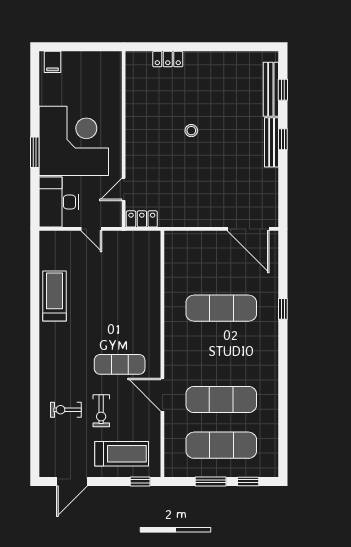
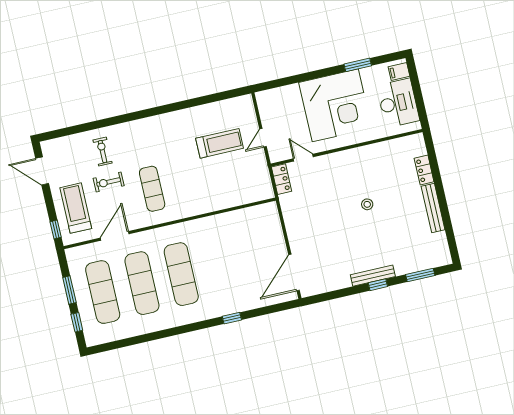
bench: (271, 89) -> (433, 208), moved, turned 90
window: (283, 90) -> (420, 275), width x1.50
window: (35, 152) -> (358, 65), moved
desk: (59, 202) -> (398, 103), moved, turned 90
treadmill: (55, 296) -> (220, 143), moved
exercise mat: (221, 308) -> (181, 274), moved
door: (162, 395) -> (115, 236), moved
treadmill: (122, 454) -> (76, 208), turned 180

